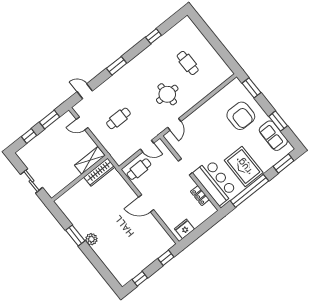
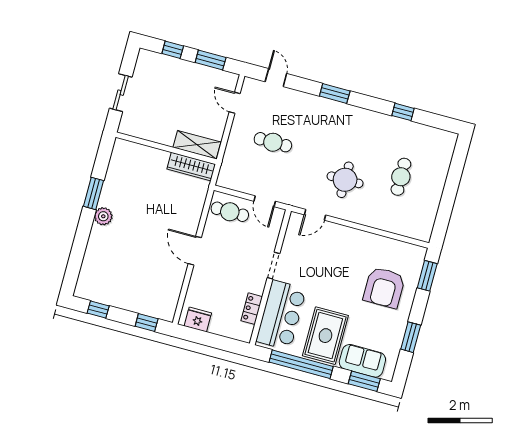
sofa: (273, 136) -> (362, 361), moved, turned 90

